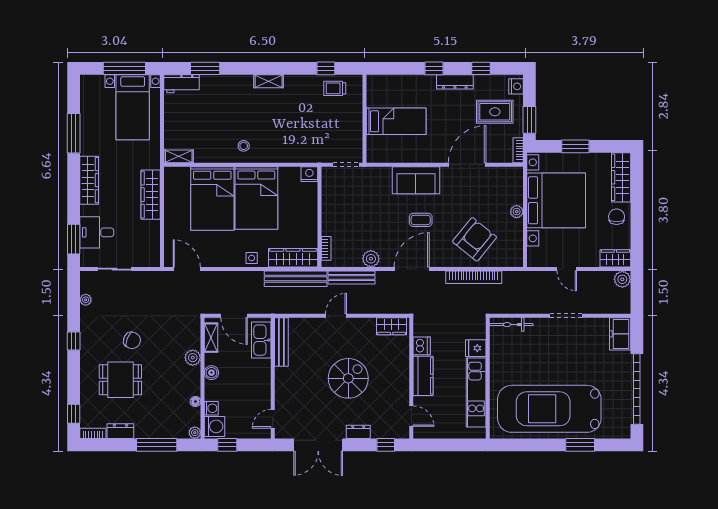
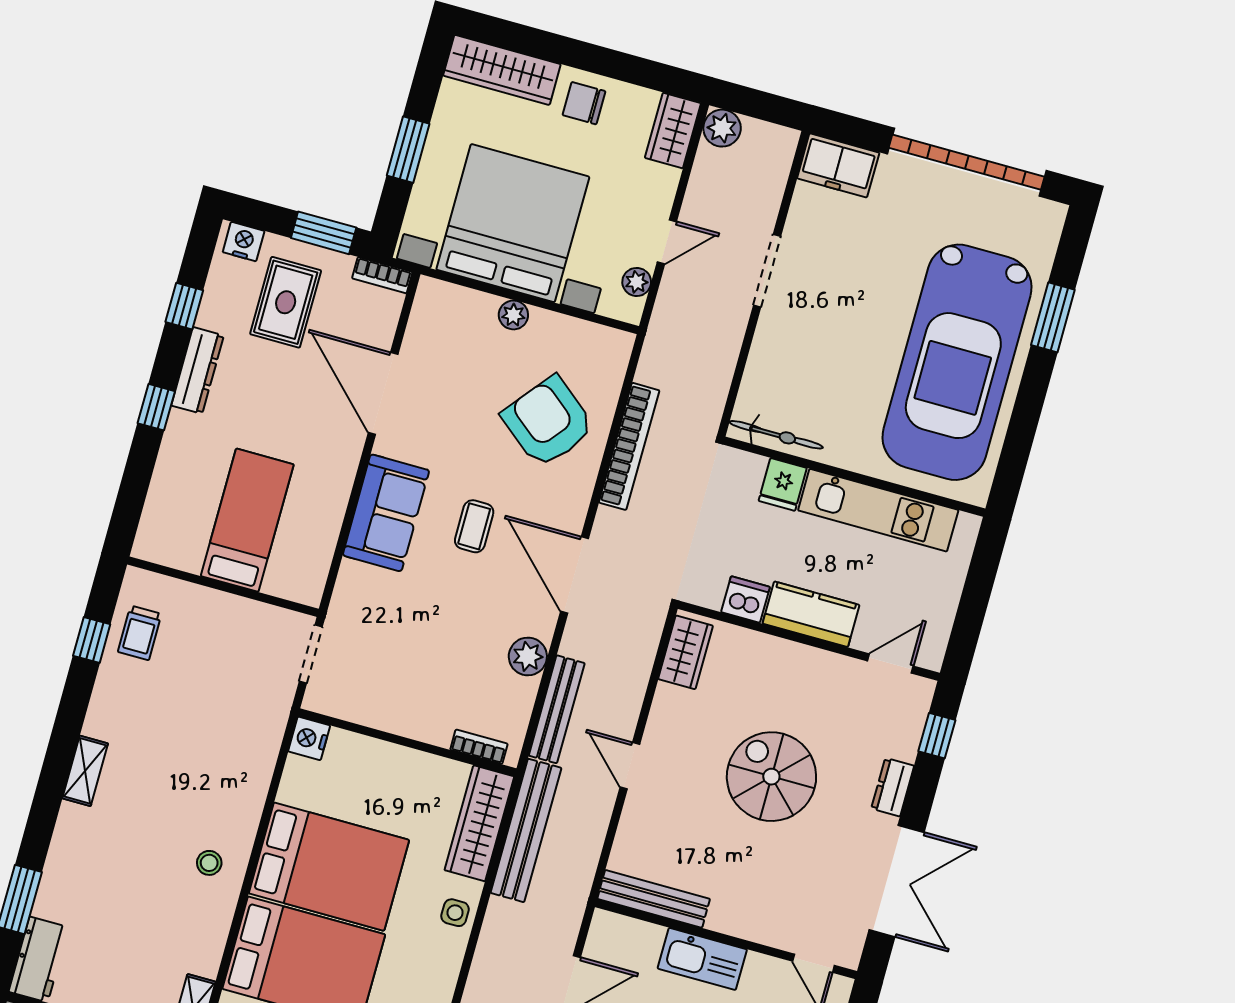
plant: (546, 261) -> (637, 282), added
bicycle: (511, 325) -> (776, 435), moved, turned -90
kitchen sink: (261, 340) -> (702, 959), moved

